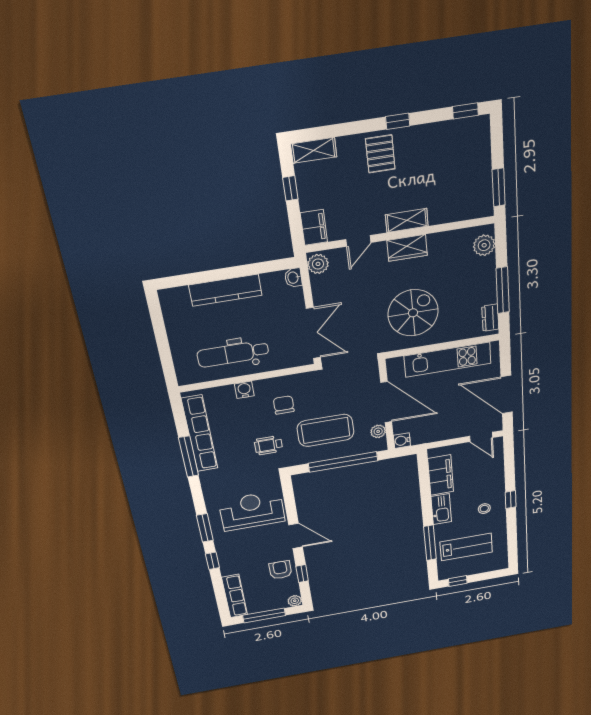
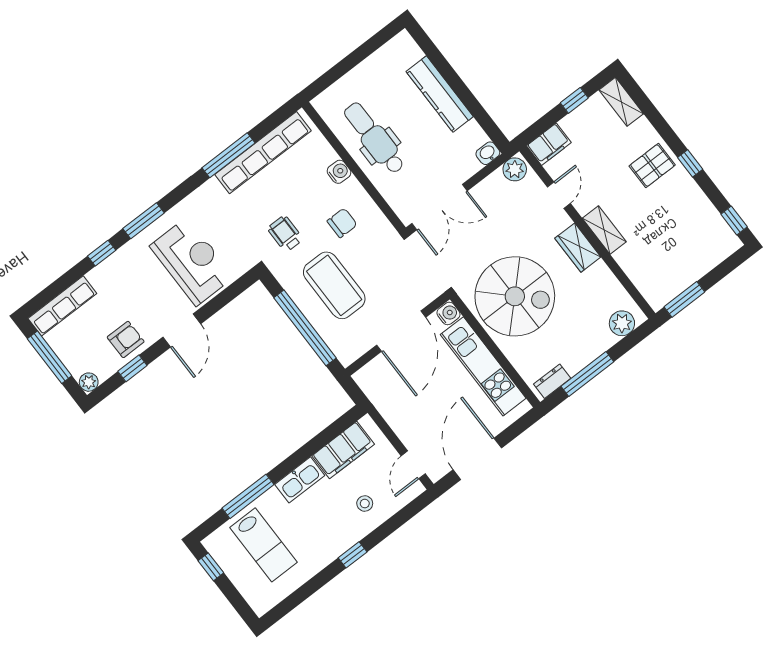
door: (358, 241) -> (559, 195), swing flipped
spiral stairs: (413, 313) -> (515, 296), width x1.37, depth x1.37
plant: (378, 431) -> (362, 344), removed
water cooler: (402, 441) -> (448, 313), moved, turned 90
stool: (484, 509) -> (365, 503), moved

